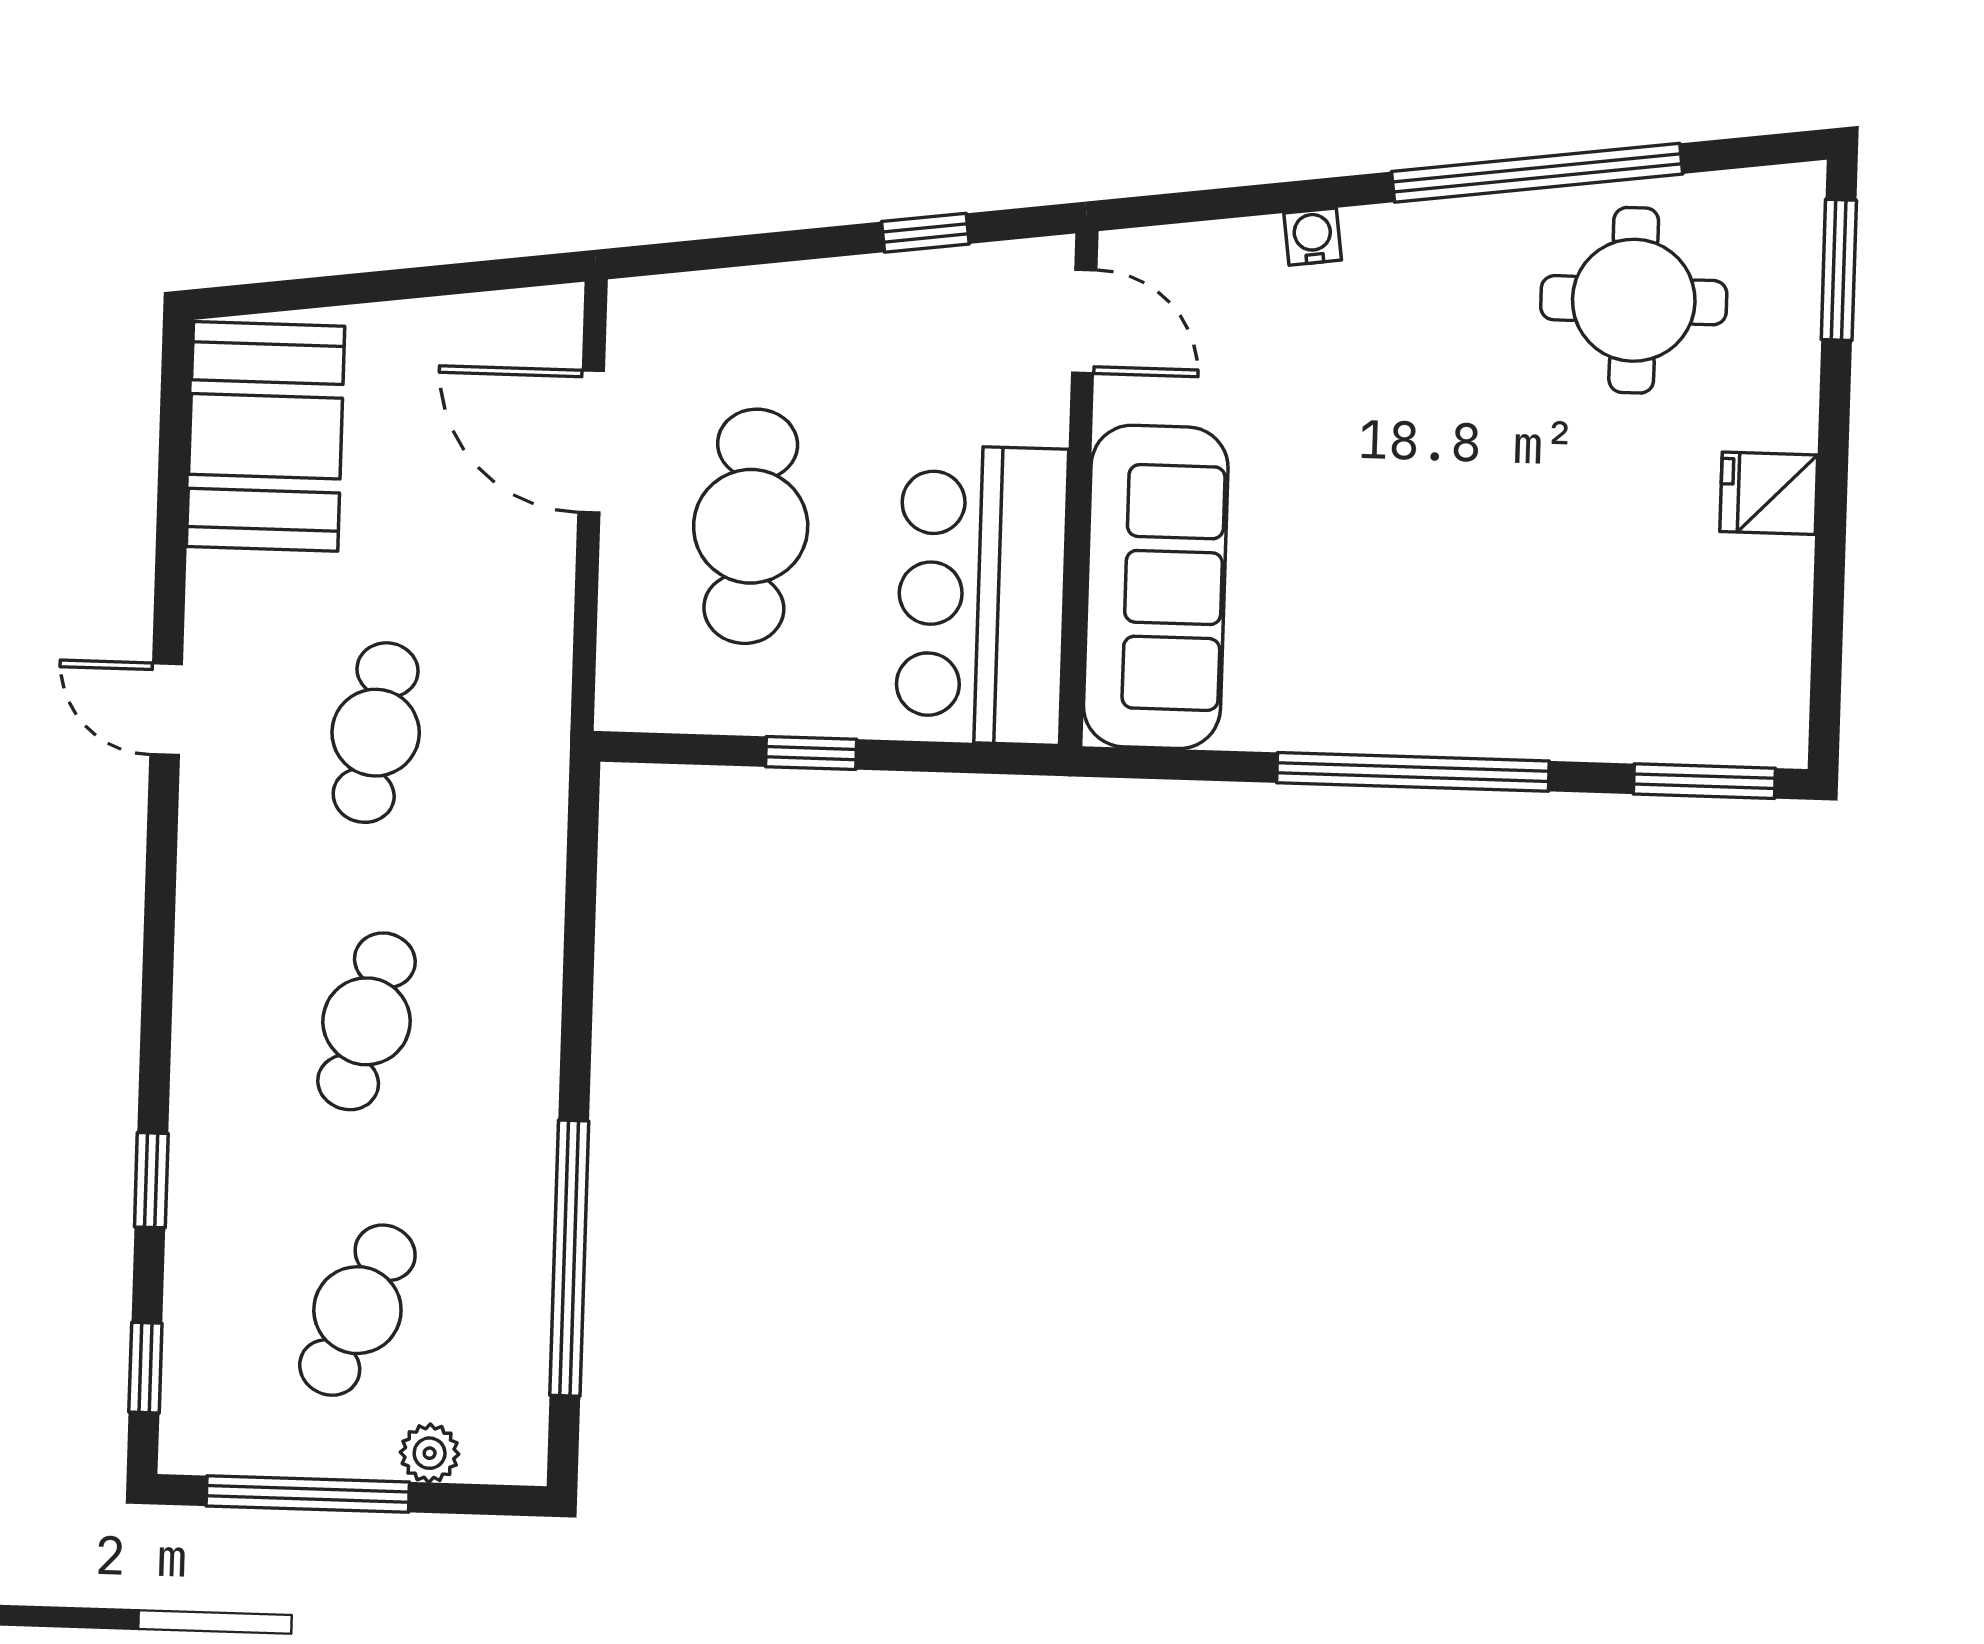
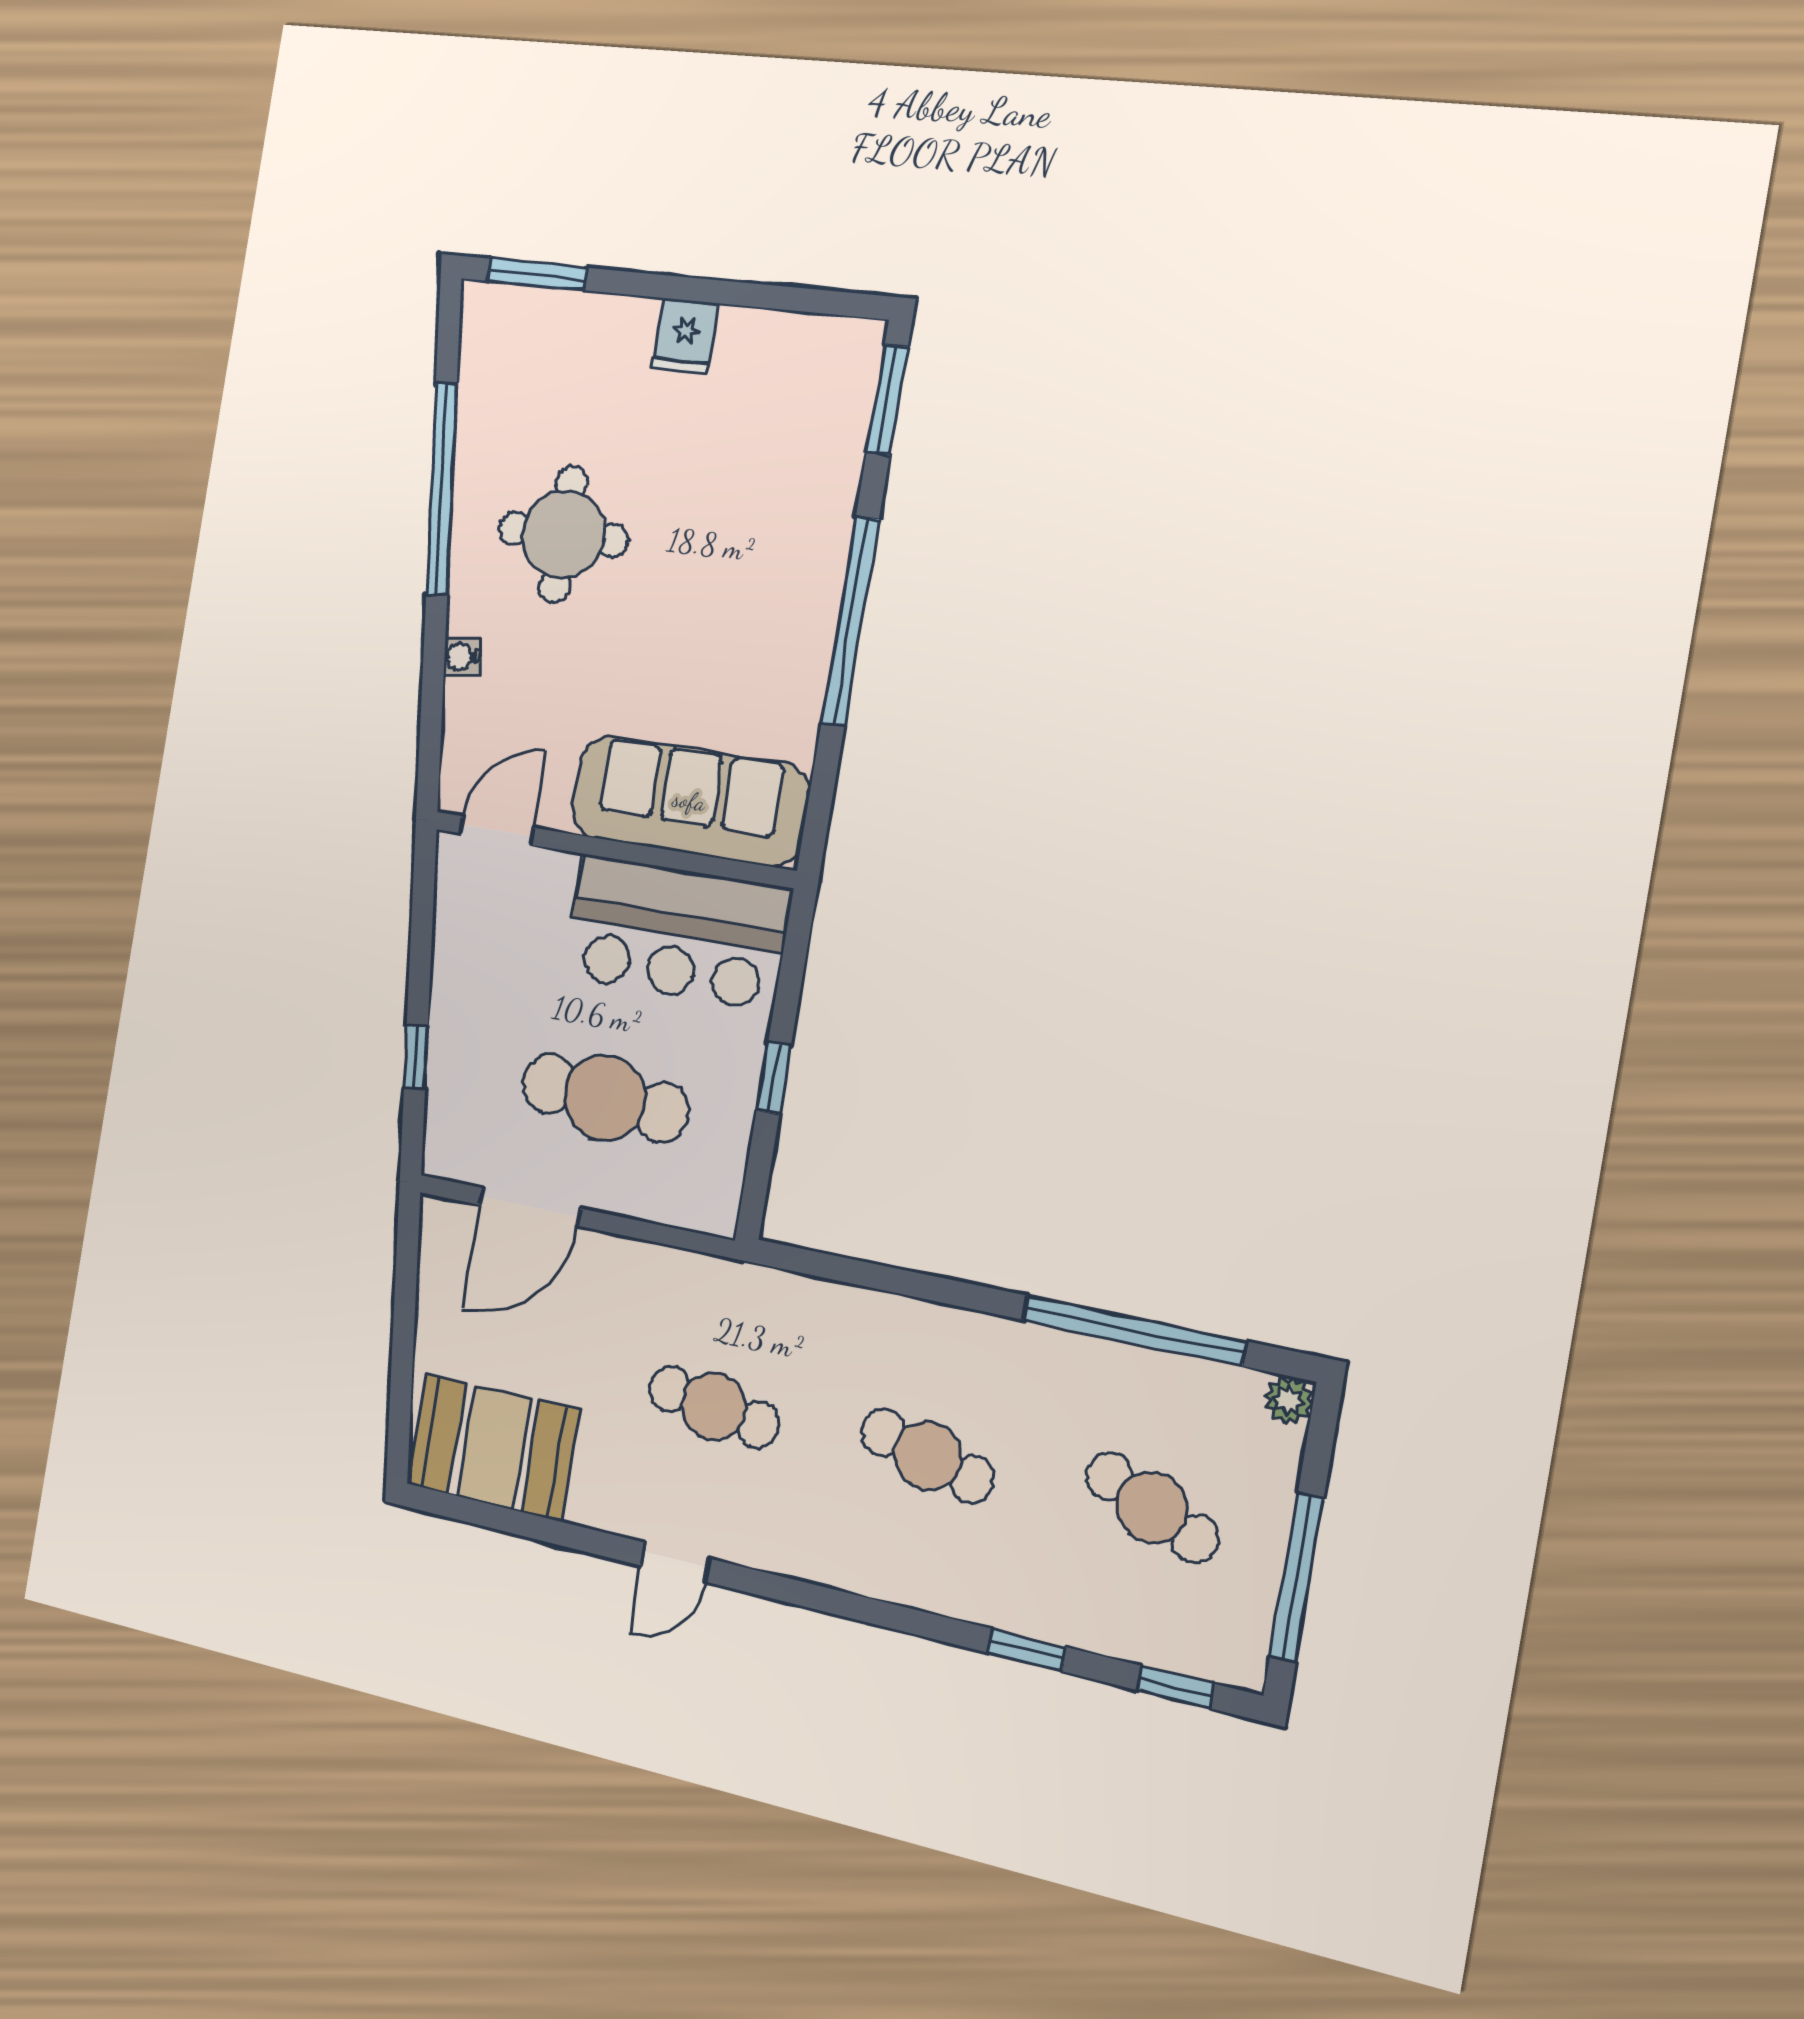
window: (925, 233) -> (416, 1057), moved
round table: (1634, 300) -> (563, 534), moved
plant: (430, 1453) -> (1289, 1400), moved

